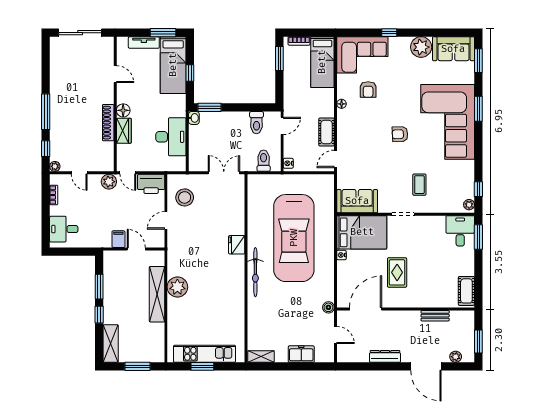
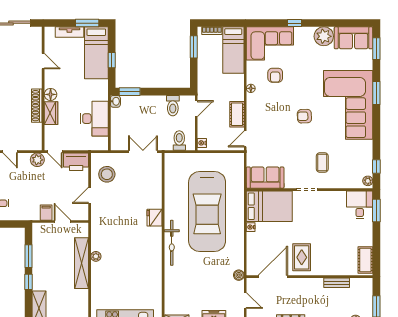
rug: (397, 272) -> (302, 257), moved
plant: (177, 287) -> (96, 256), width x0.53, depth x0.53

